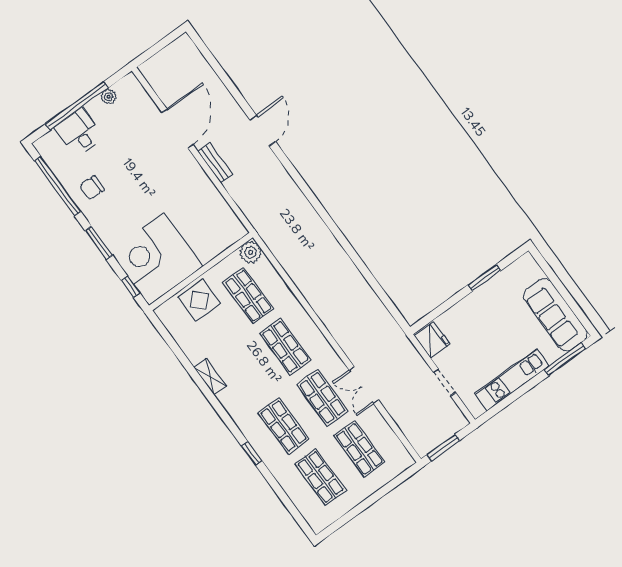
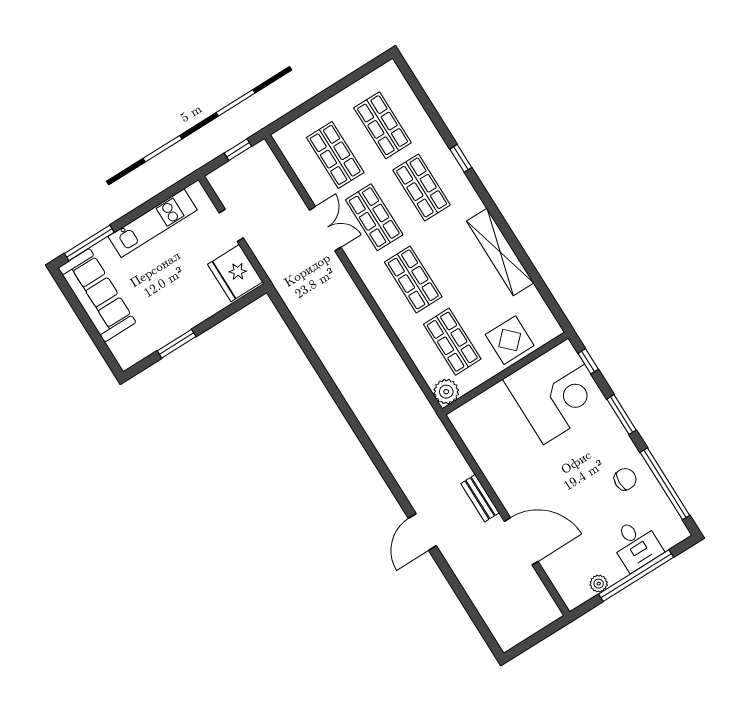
door: (177, 129) -> (521, 541), swing flipped
fridge: (432, 340) -> (235, 273), width x1.36, depth x1.34
shelving: (210, 377) -> (500, 252), width x2.20, depth x1.33
window: (443, 448) -> (238, 150), width x0.67

